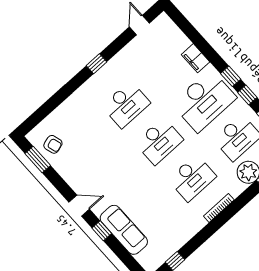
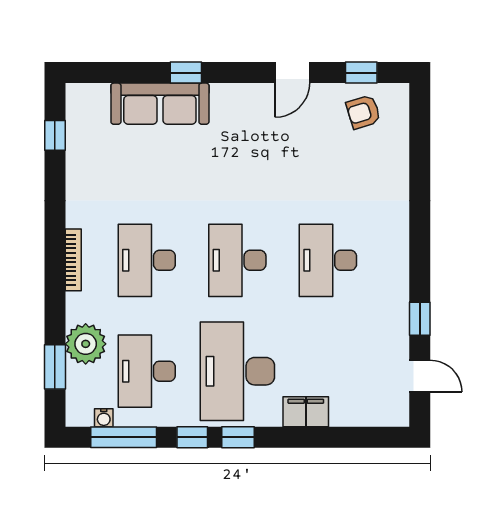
window: (96, 64) -> (420, 319), moved
window: (38, 160) -> (361, 73), width x0.67
door: (79, 206) -> (292, 73), moved

